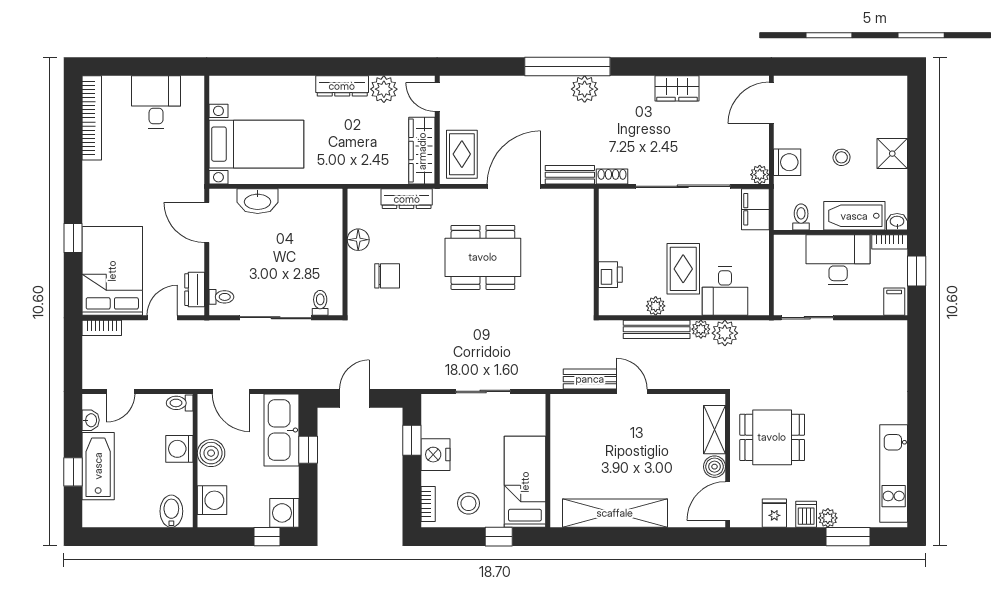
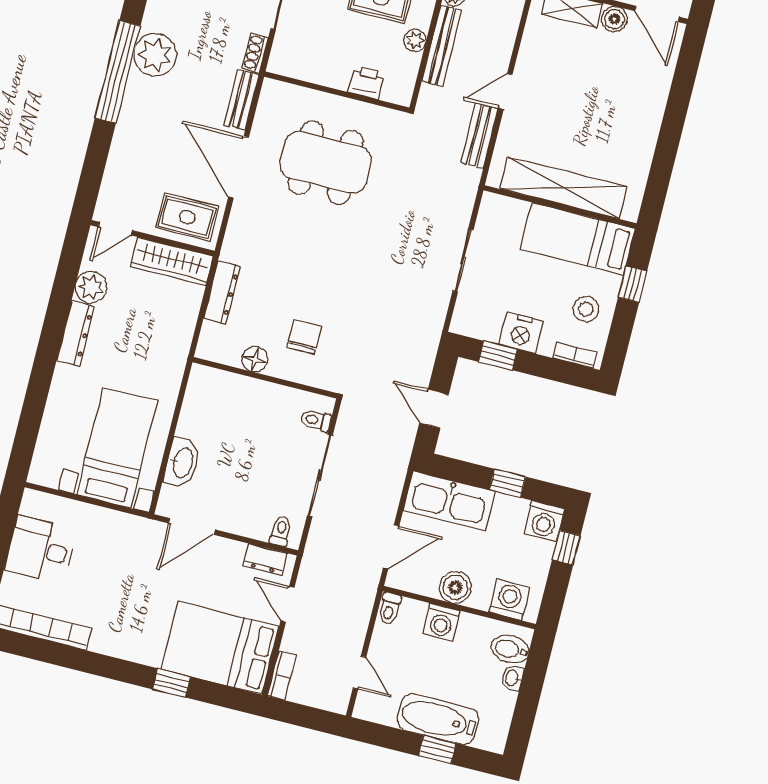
plant: (585, 89) -> (155, 55), width x1.36, depth x1.36
dining table: (483, 257) -> (326, 162), moved, turned 90
washbasin: (91, 420) -> (512, 678), moved, turned -90
window: (308, 450) -> (508, 483), moved
shelving: (615, 513) -> (563, 188), moved, turned 90

